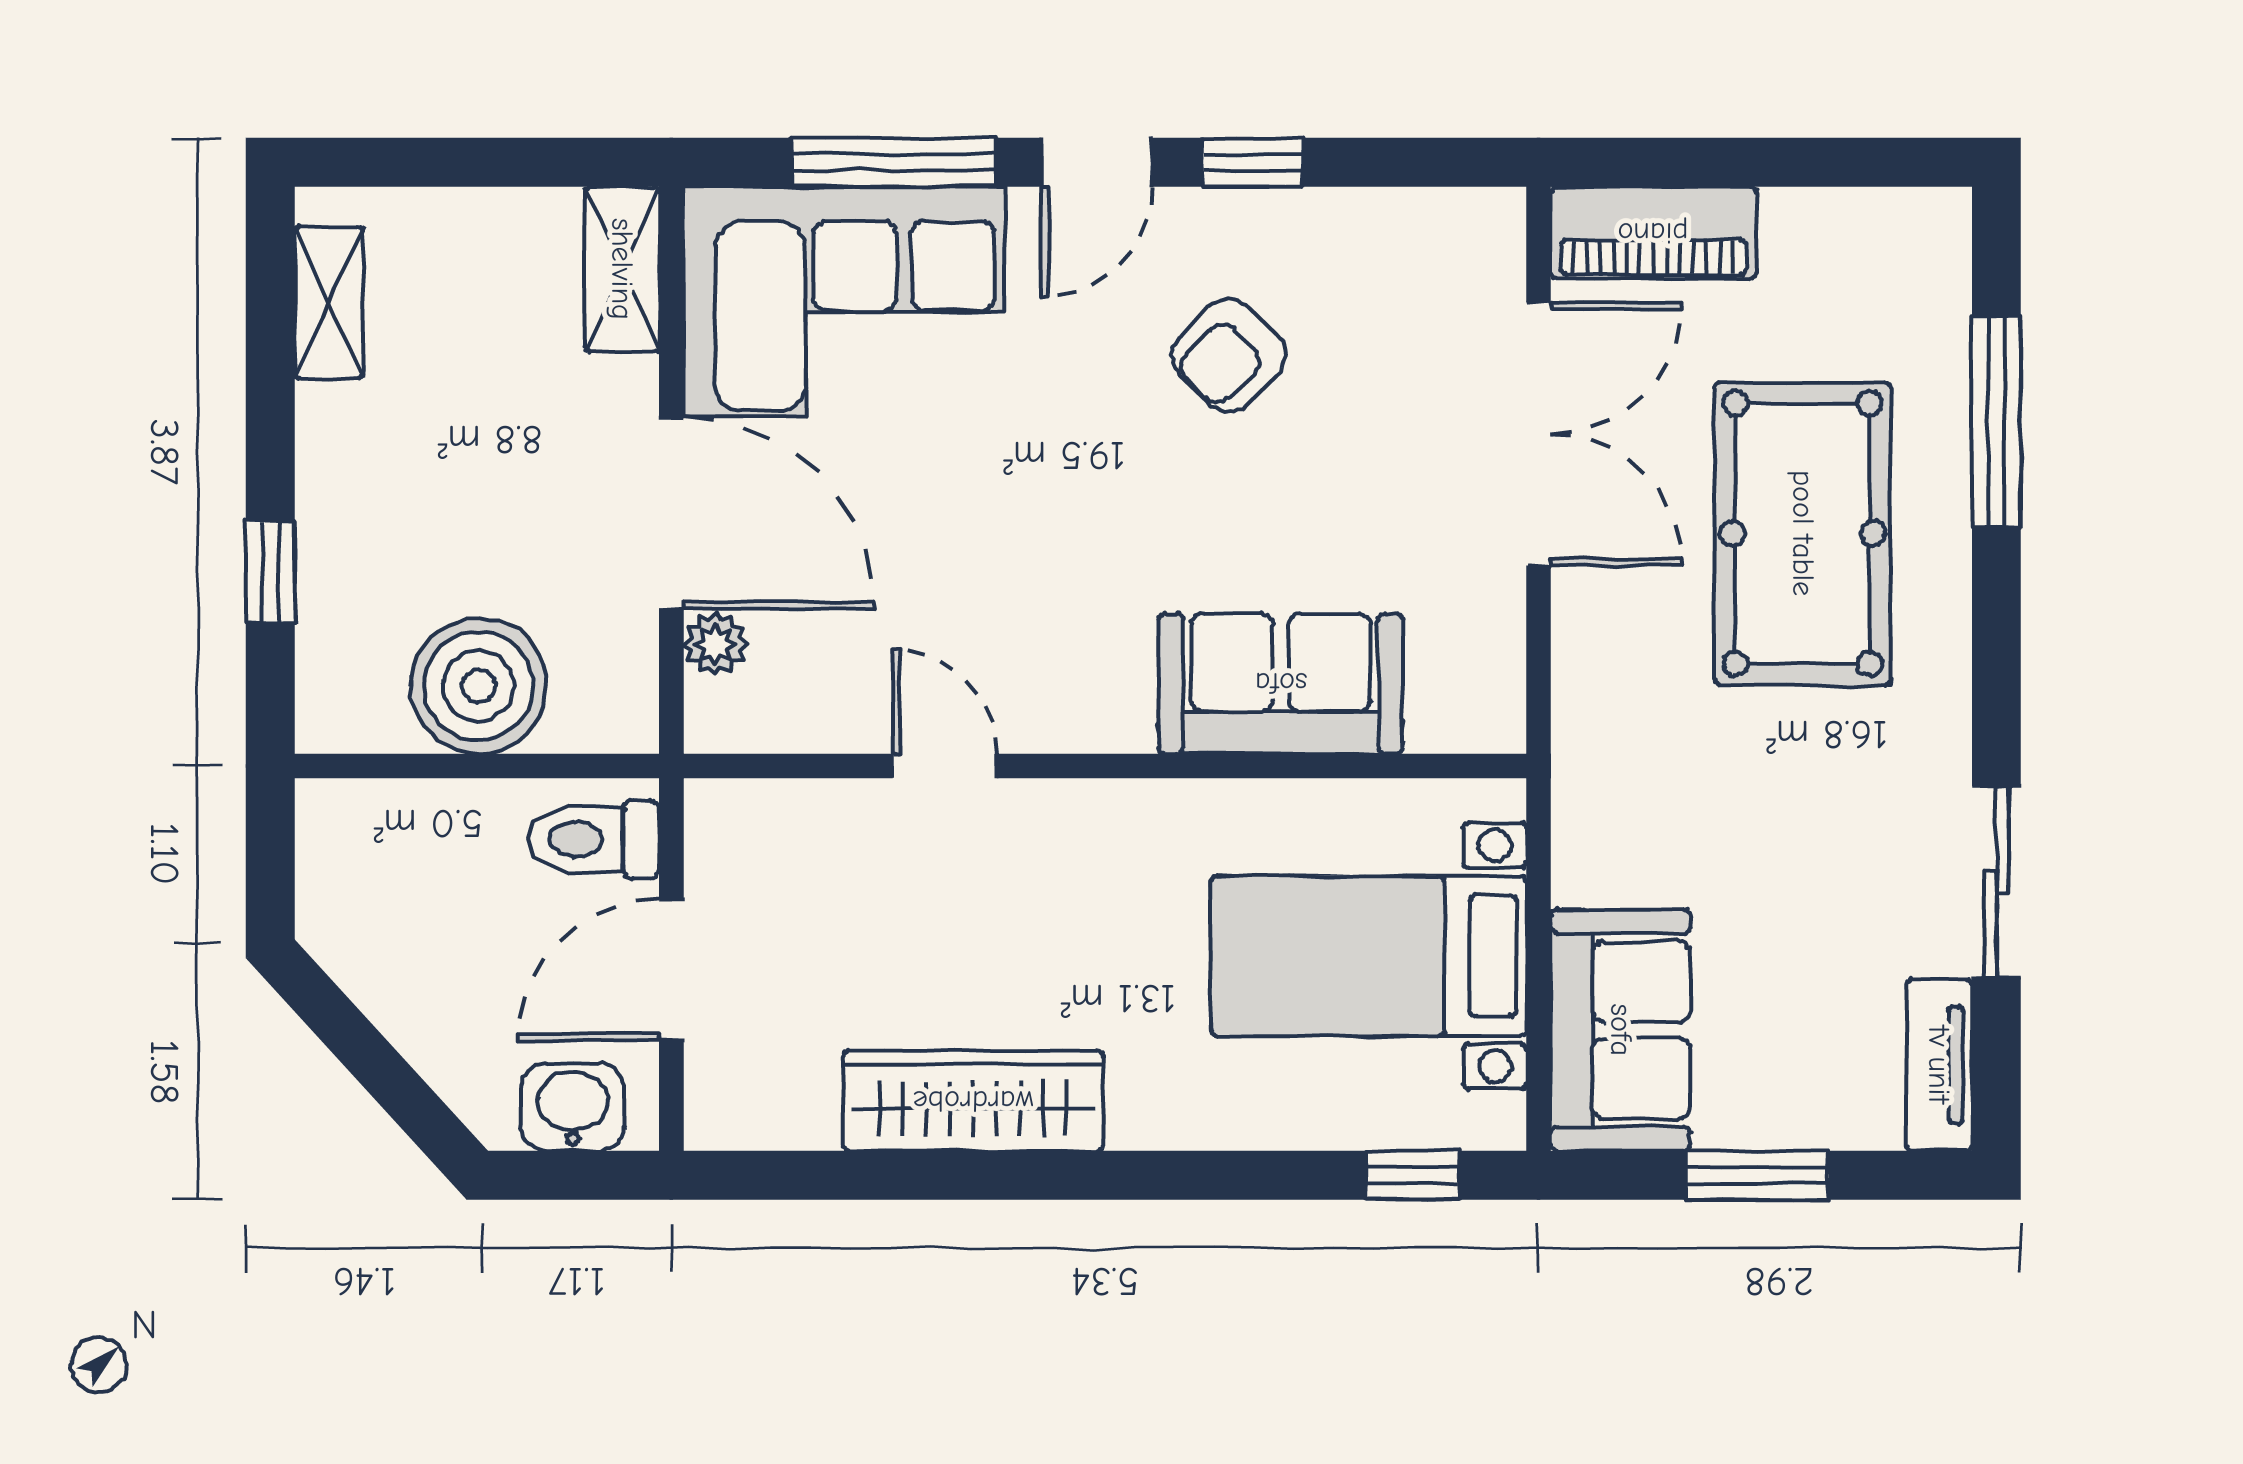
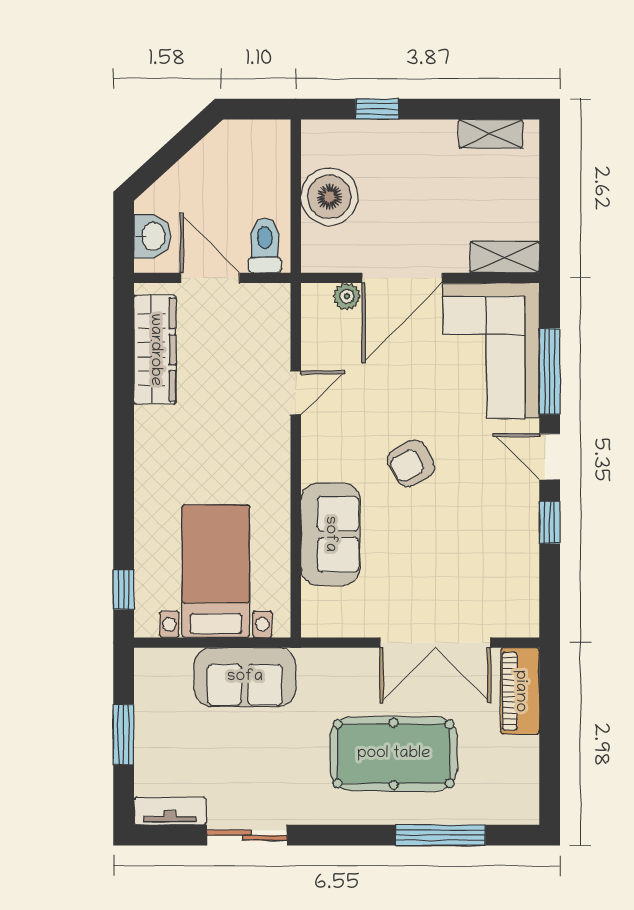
armchair: (1229, 355) -> (411, 463), moved, turned -73
sofa: (1621, 1030) -> (245, 677), moved
wardrobe: (973, 1101) -> (155, 350), moved

